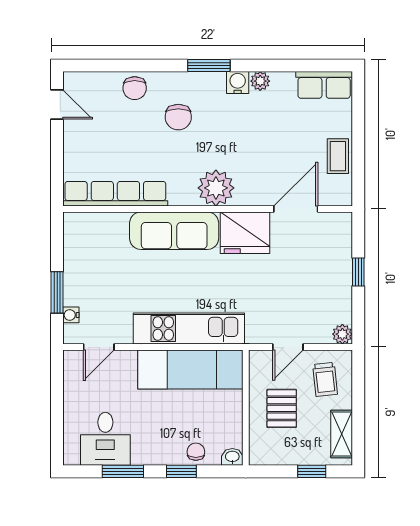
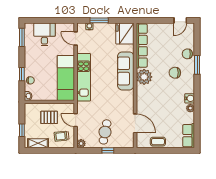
window: (209, 65) -> (197, 65), moved
plant: (216, 188) -> (144, 77), moved
fridge: (245, 233) -> (125, 34), moved
cafe table: (316, 279) -> (105, 132), added
desk: (105, 439) -> (44, 34), moved, turned 90
window: (123, 471) -> (22, 37), moved

